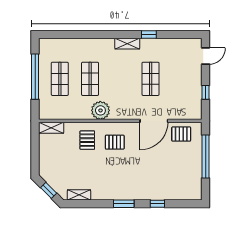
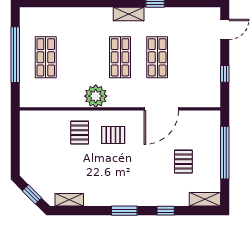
shop shelf: (90, 79) -> (120, 57), moved
shelving: (51, 128) -> (205, 199), moved
pallet: (181, 134) -> (183, 162), moved, turned 90

